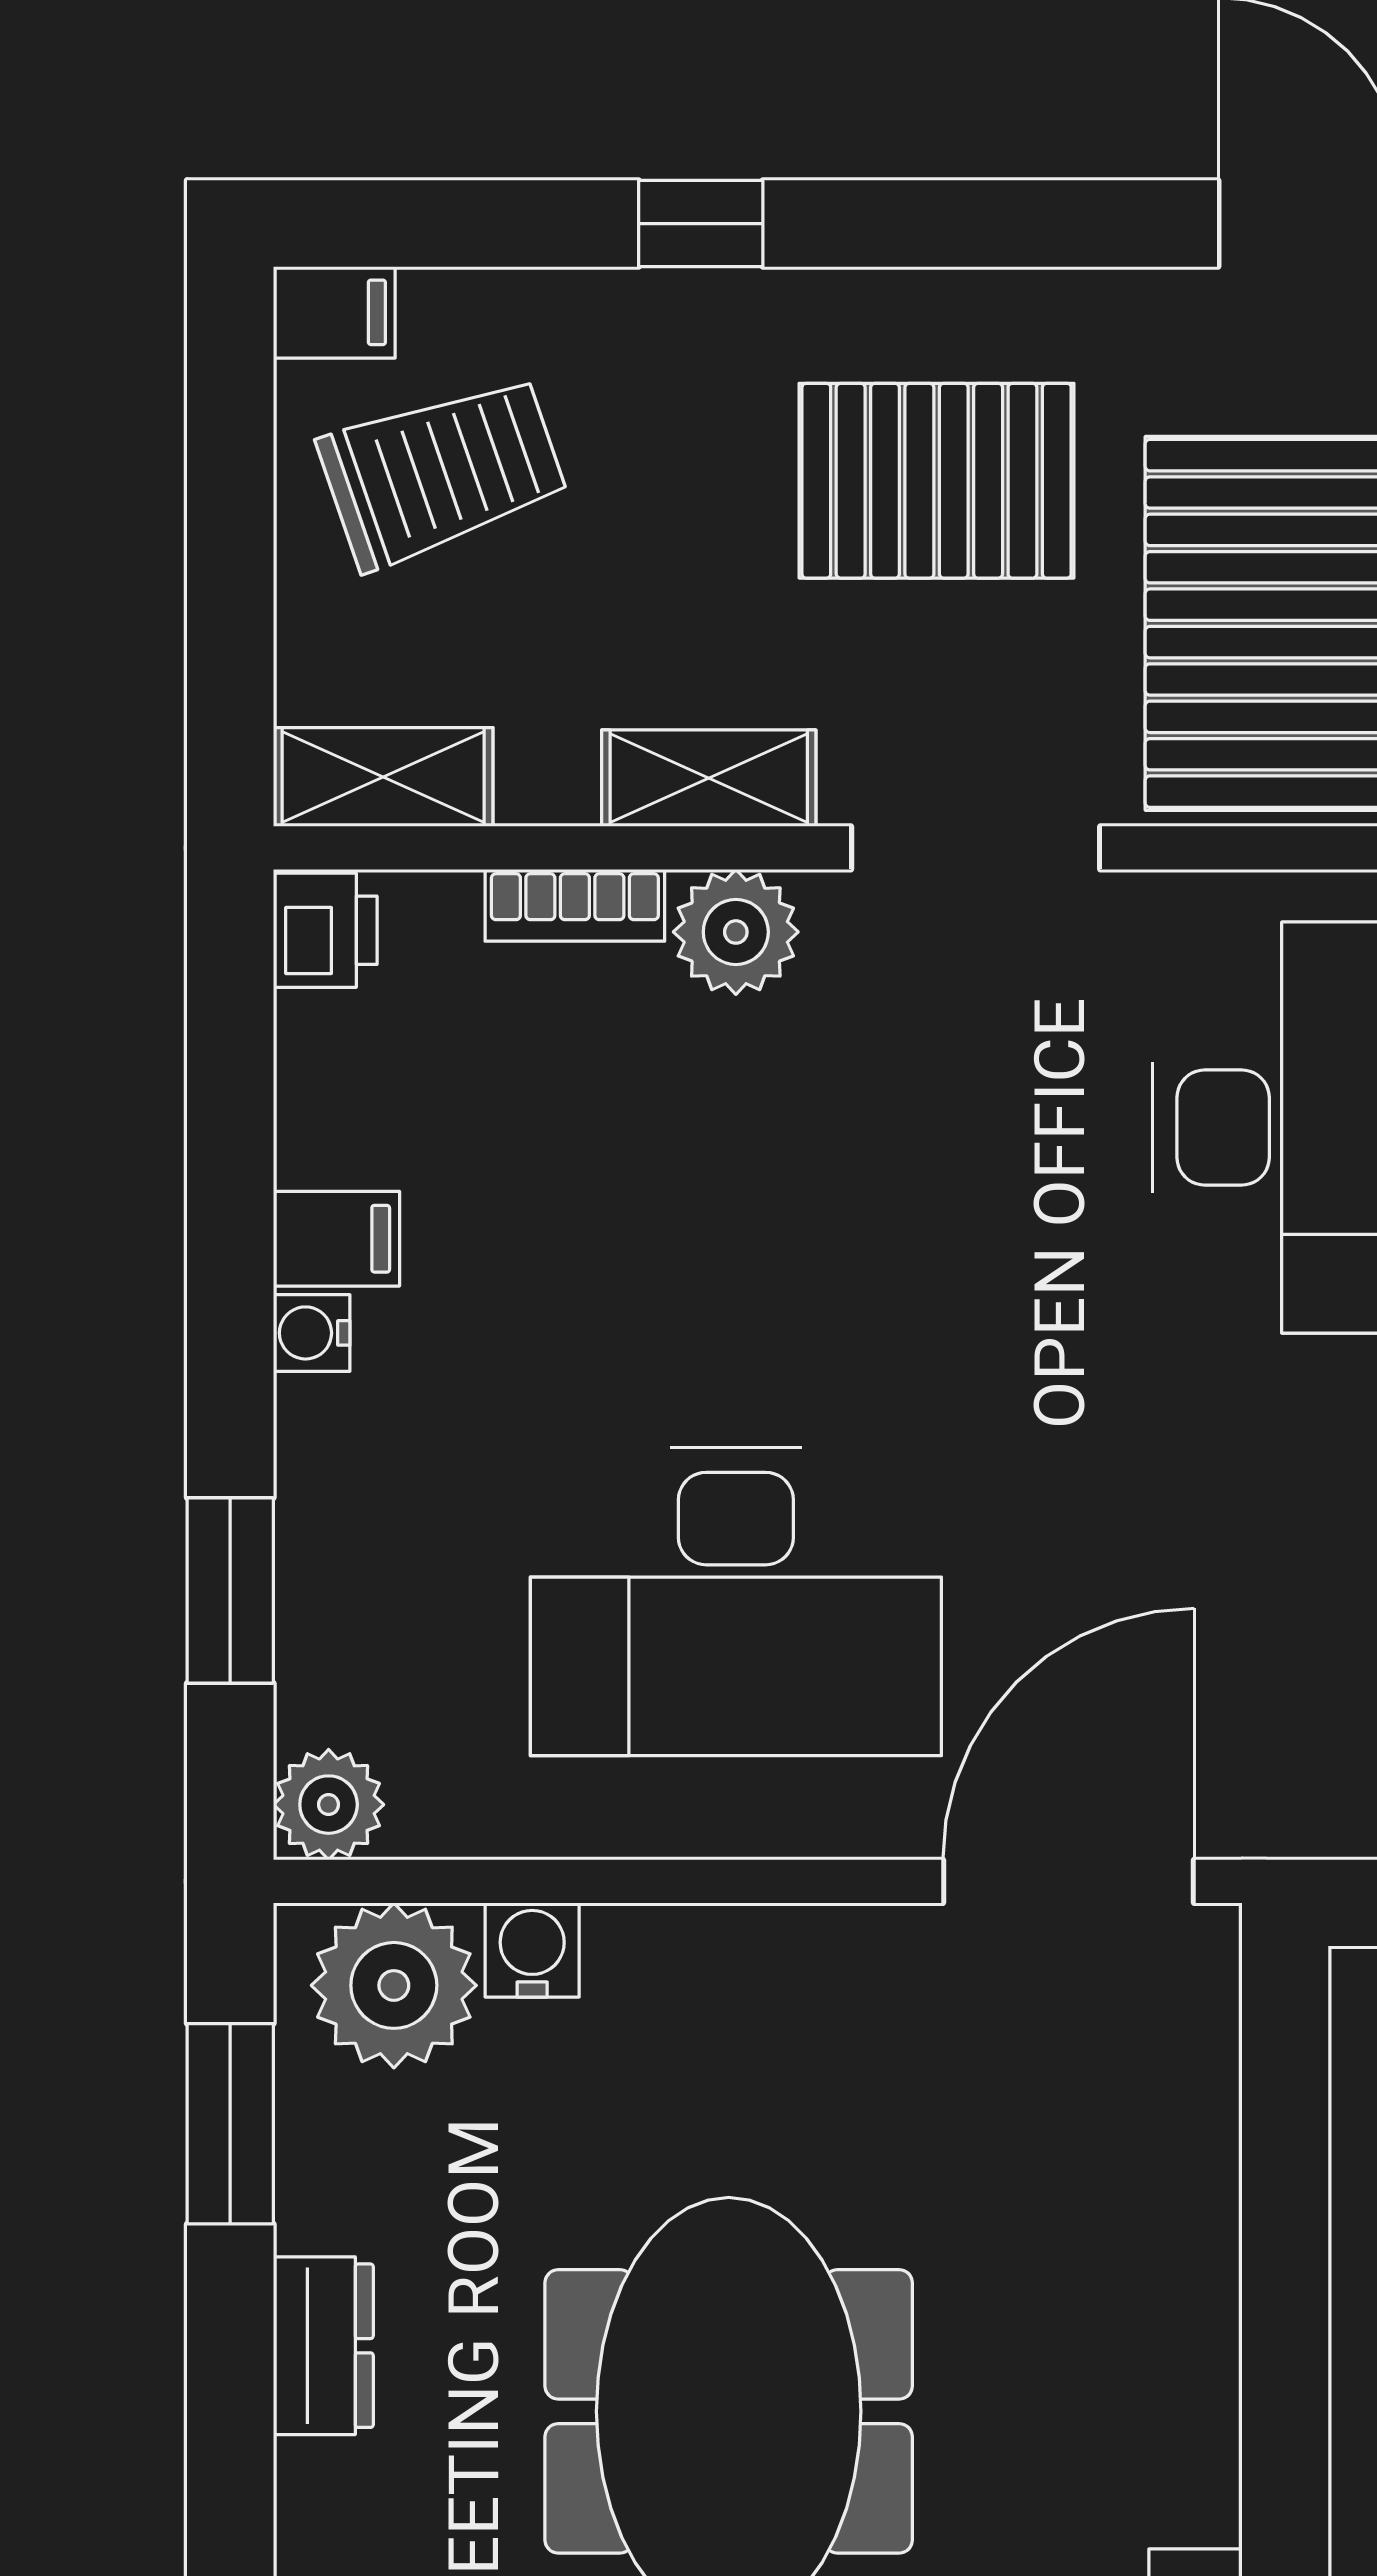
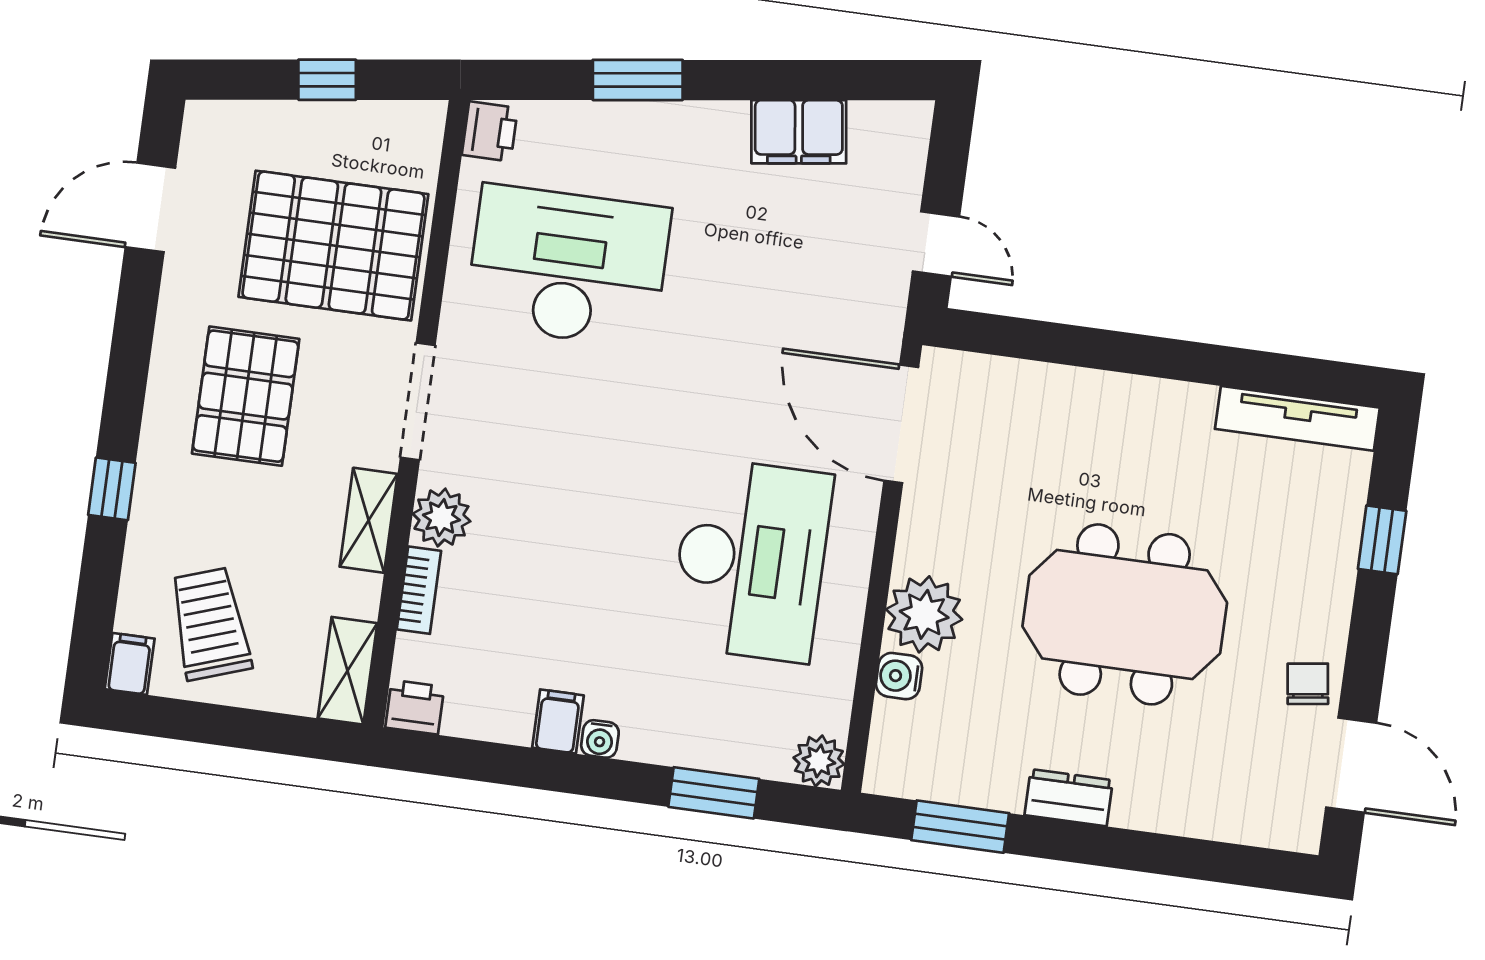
plant: (394, 1985) -> (924, 614), moved

